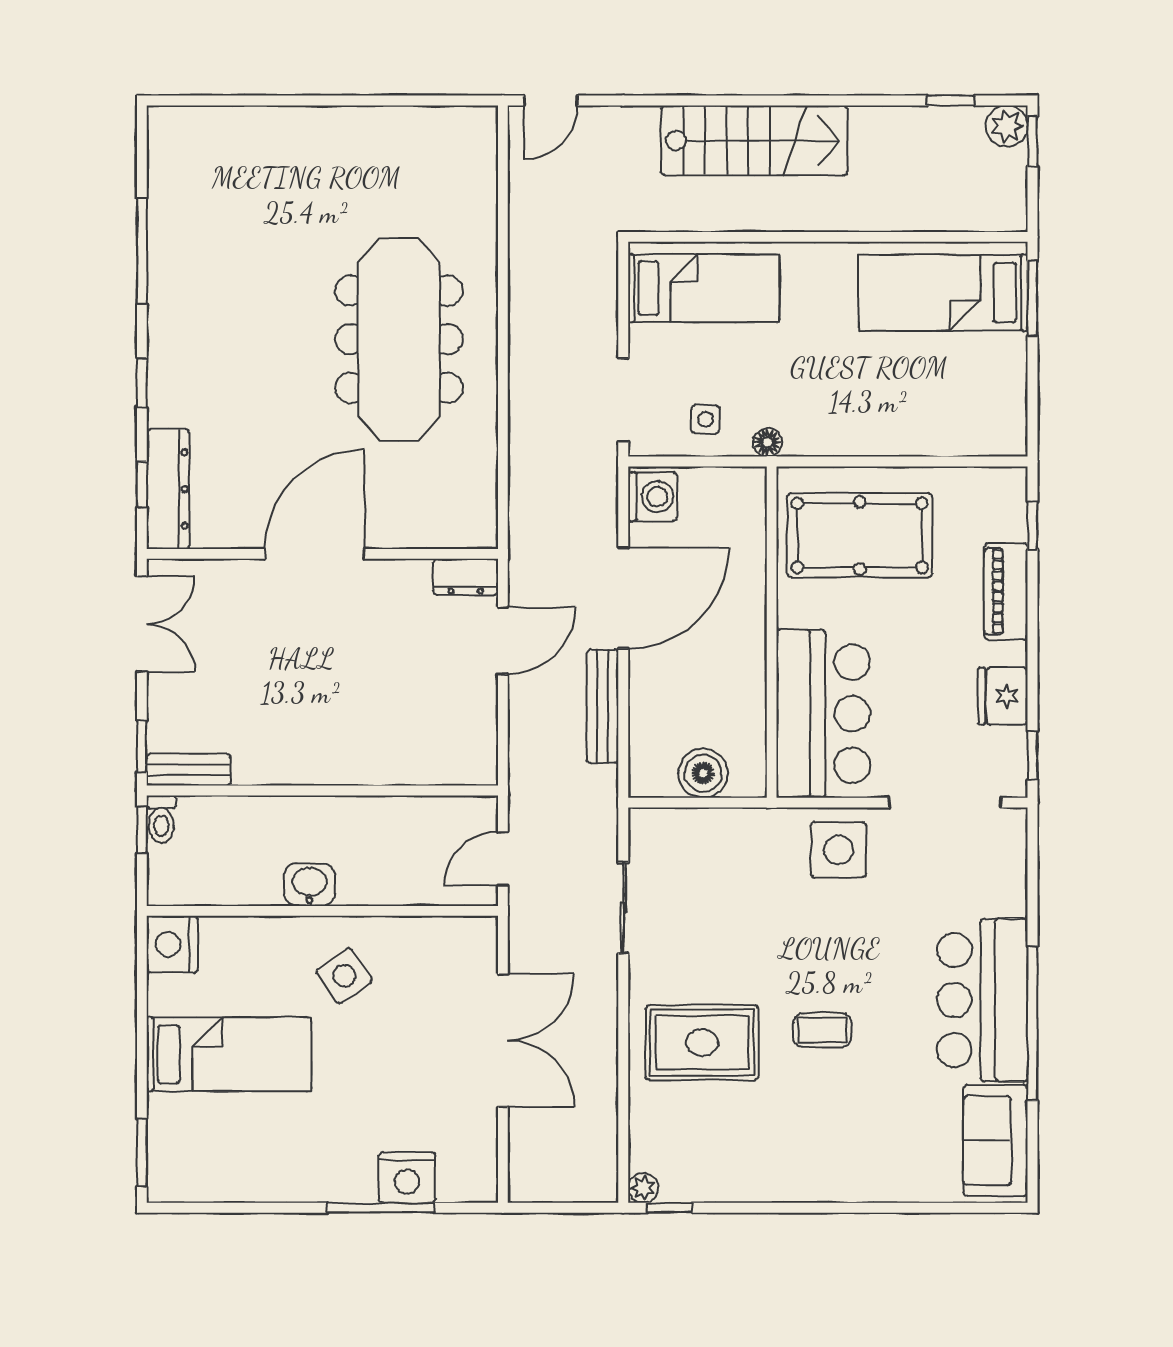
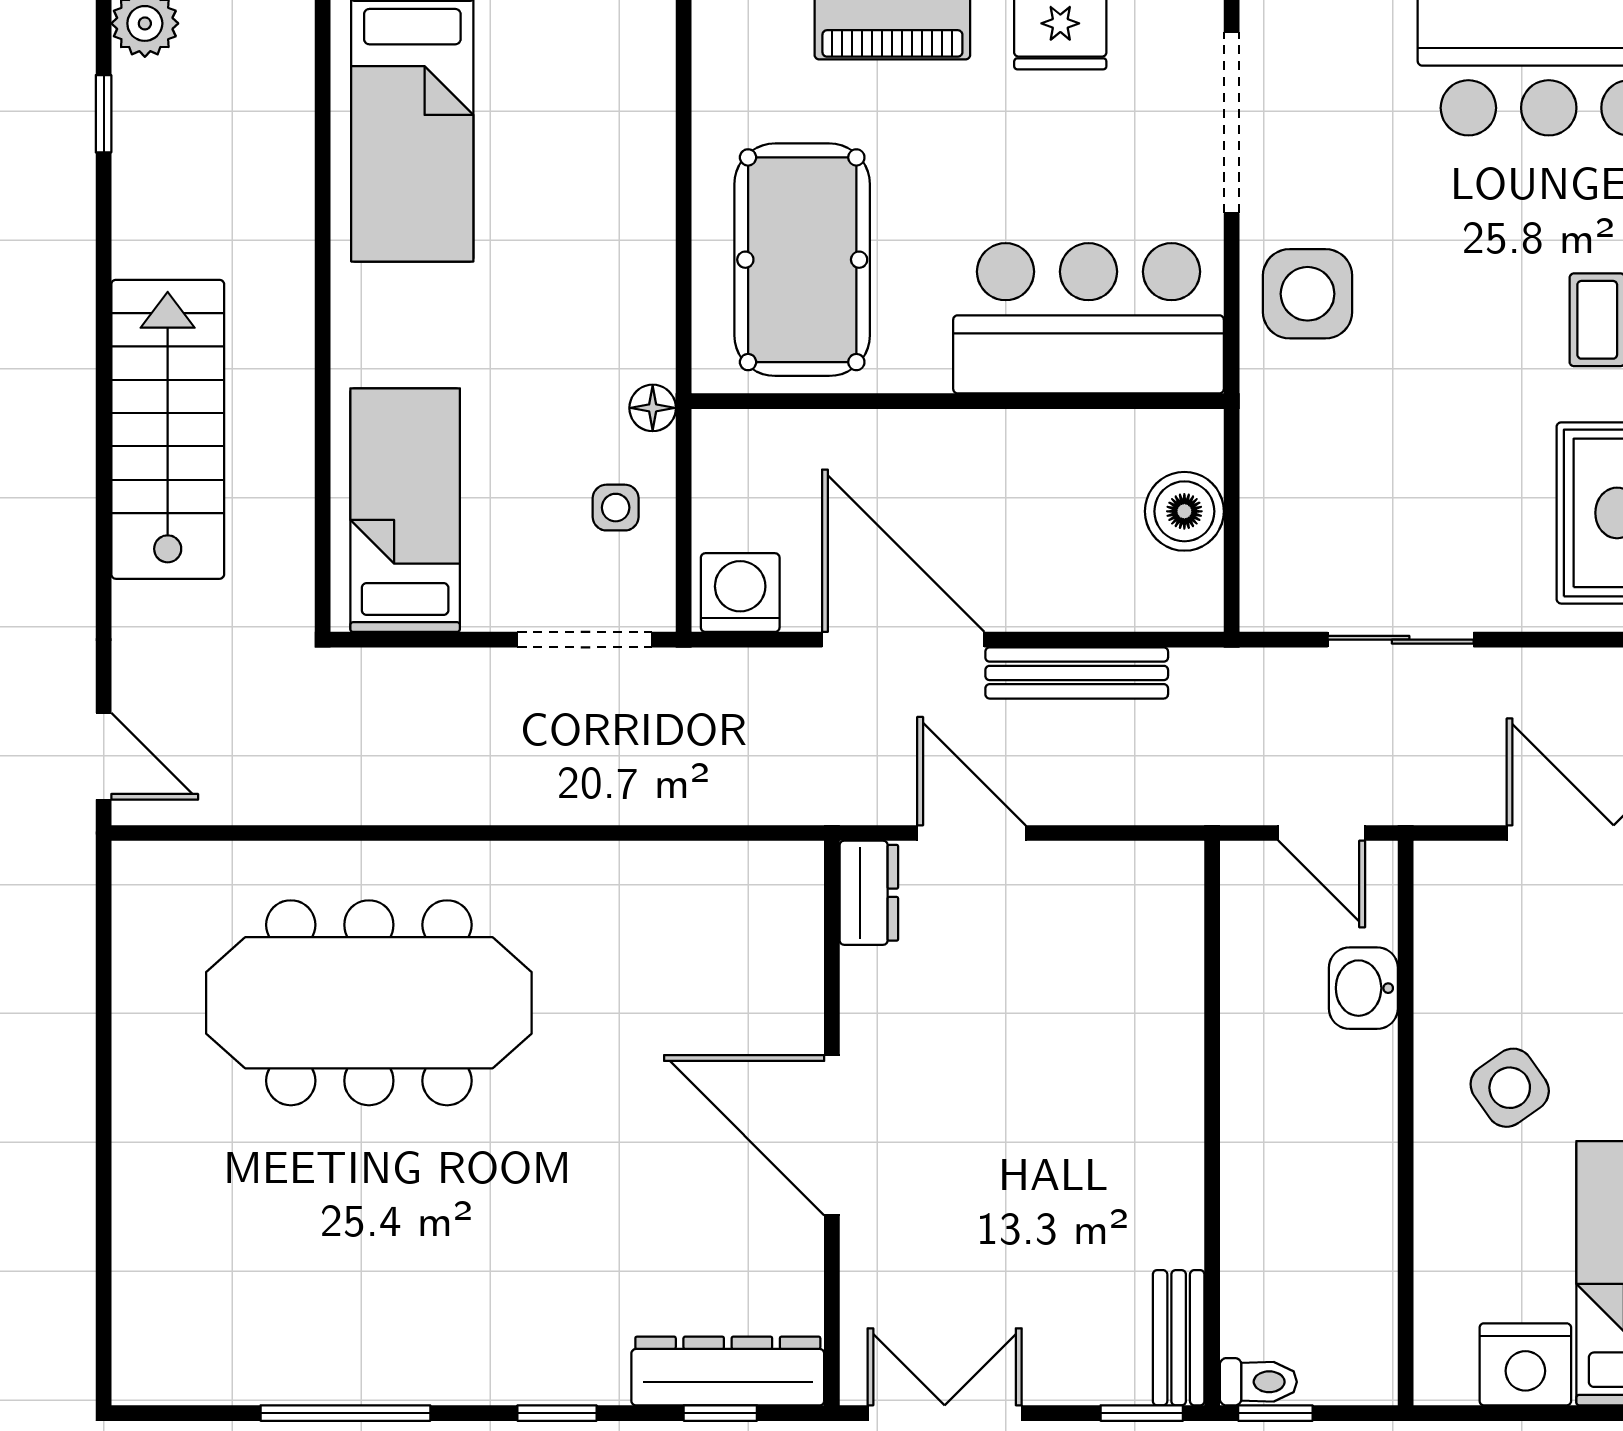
meeting table: (399, 339) -> (369, 1003), moved
washbasin: (309, 885) -> (1363, 988), moved
nightstand: (172, 944) -> (1525, 1364), moved

